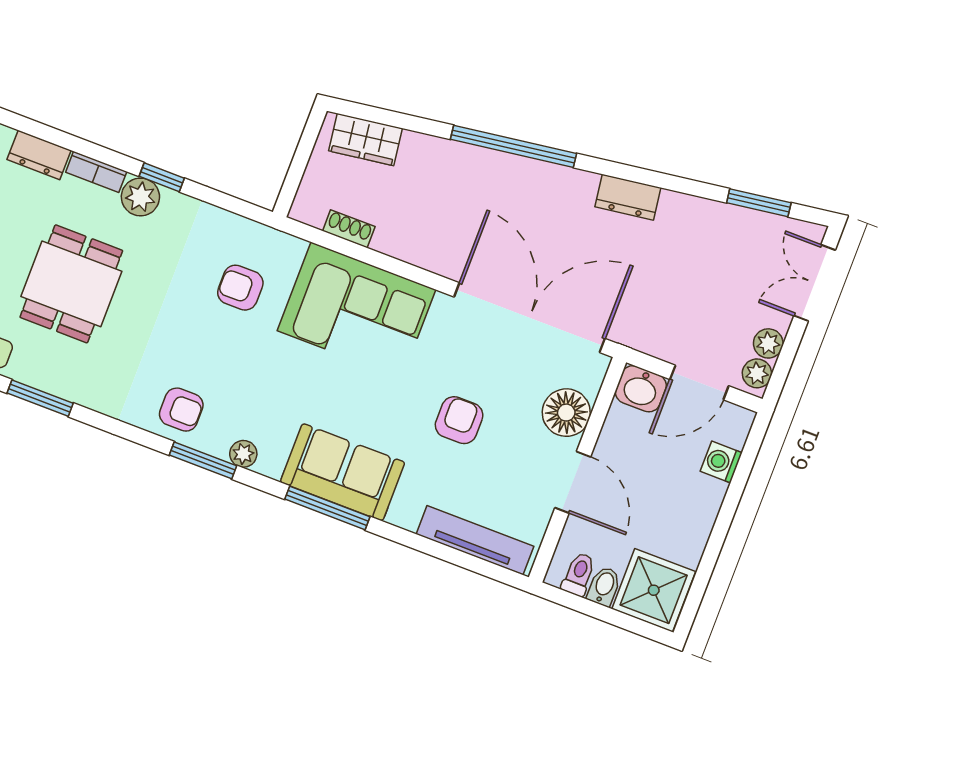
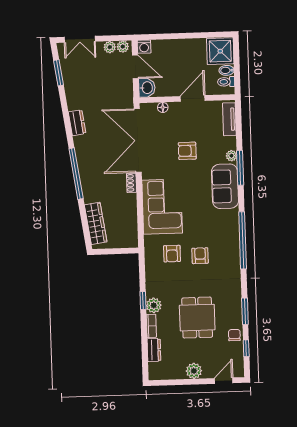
wardrobe: (366, 140) -> (96, 223), width x1.50
shoe rack: (349, 229) -> (132, 183), moved
dining table: (71, 284) -> (197, 318), turned 90
armchair: (181, 410) -> (200, 256), moved
floor lamp: (566, 413) -> (163, 107), width x0.53, depth x0.53
plant: (243, 454) -> (231, 156), moved
window: (203, 460) -> (243, 240), width x2.11
washing machine: (721, 462) -> (144, 47), moved
window: (327, 508) -> (240, 168), moved
tv unit: (475, 540) -> (229, 119), width x0.71

